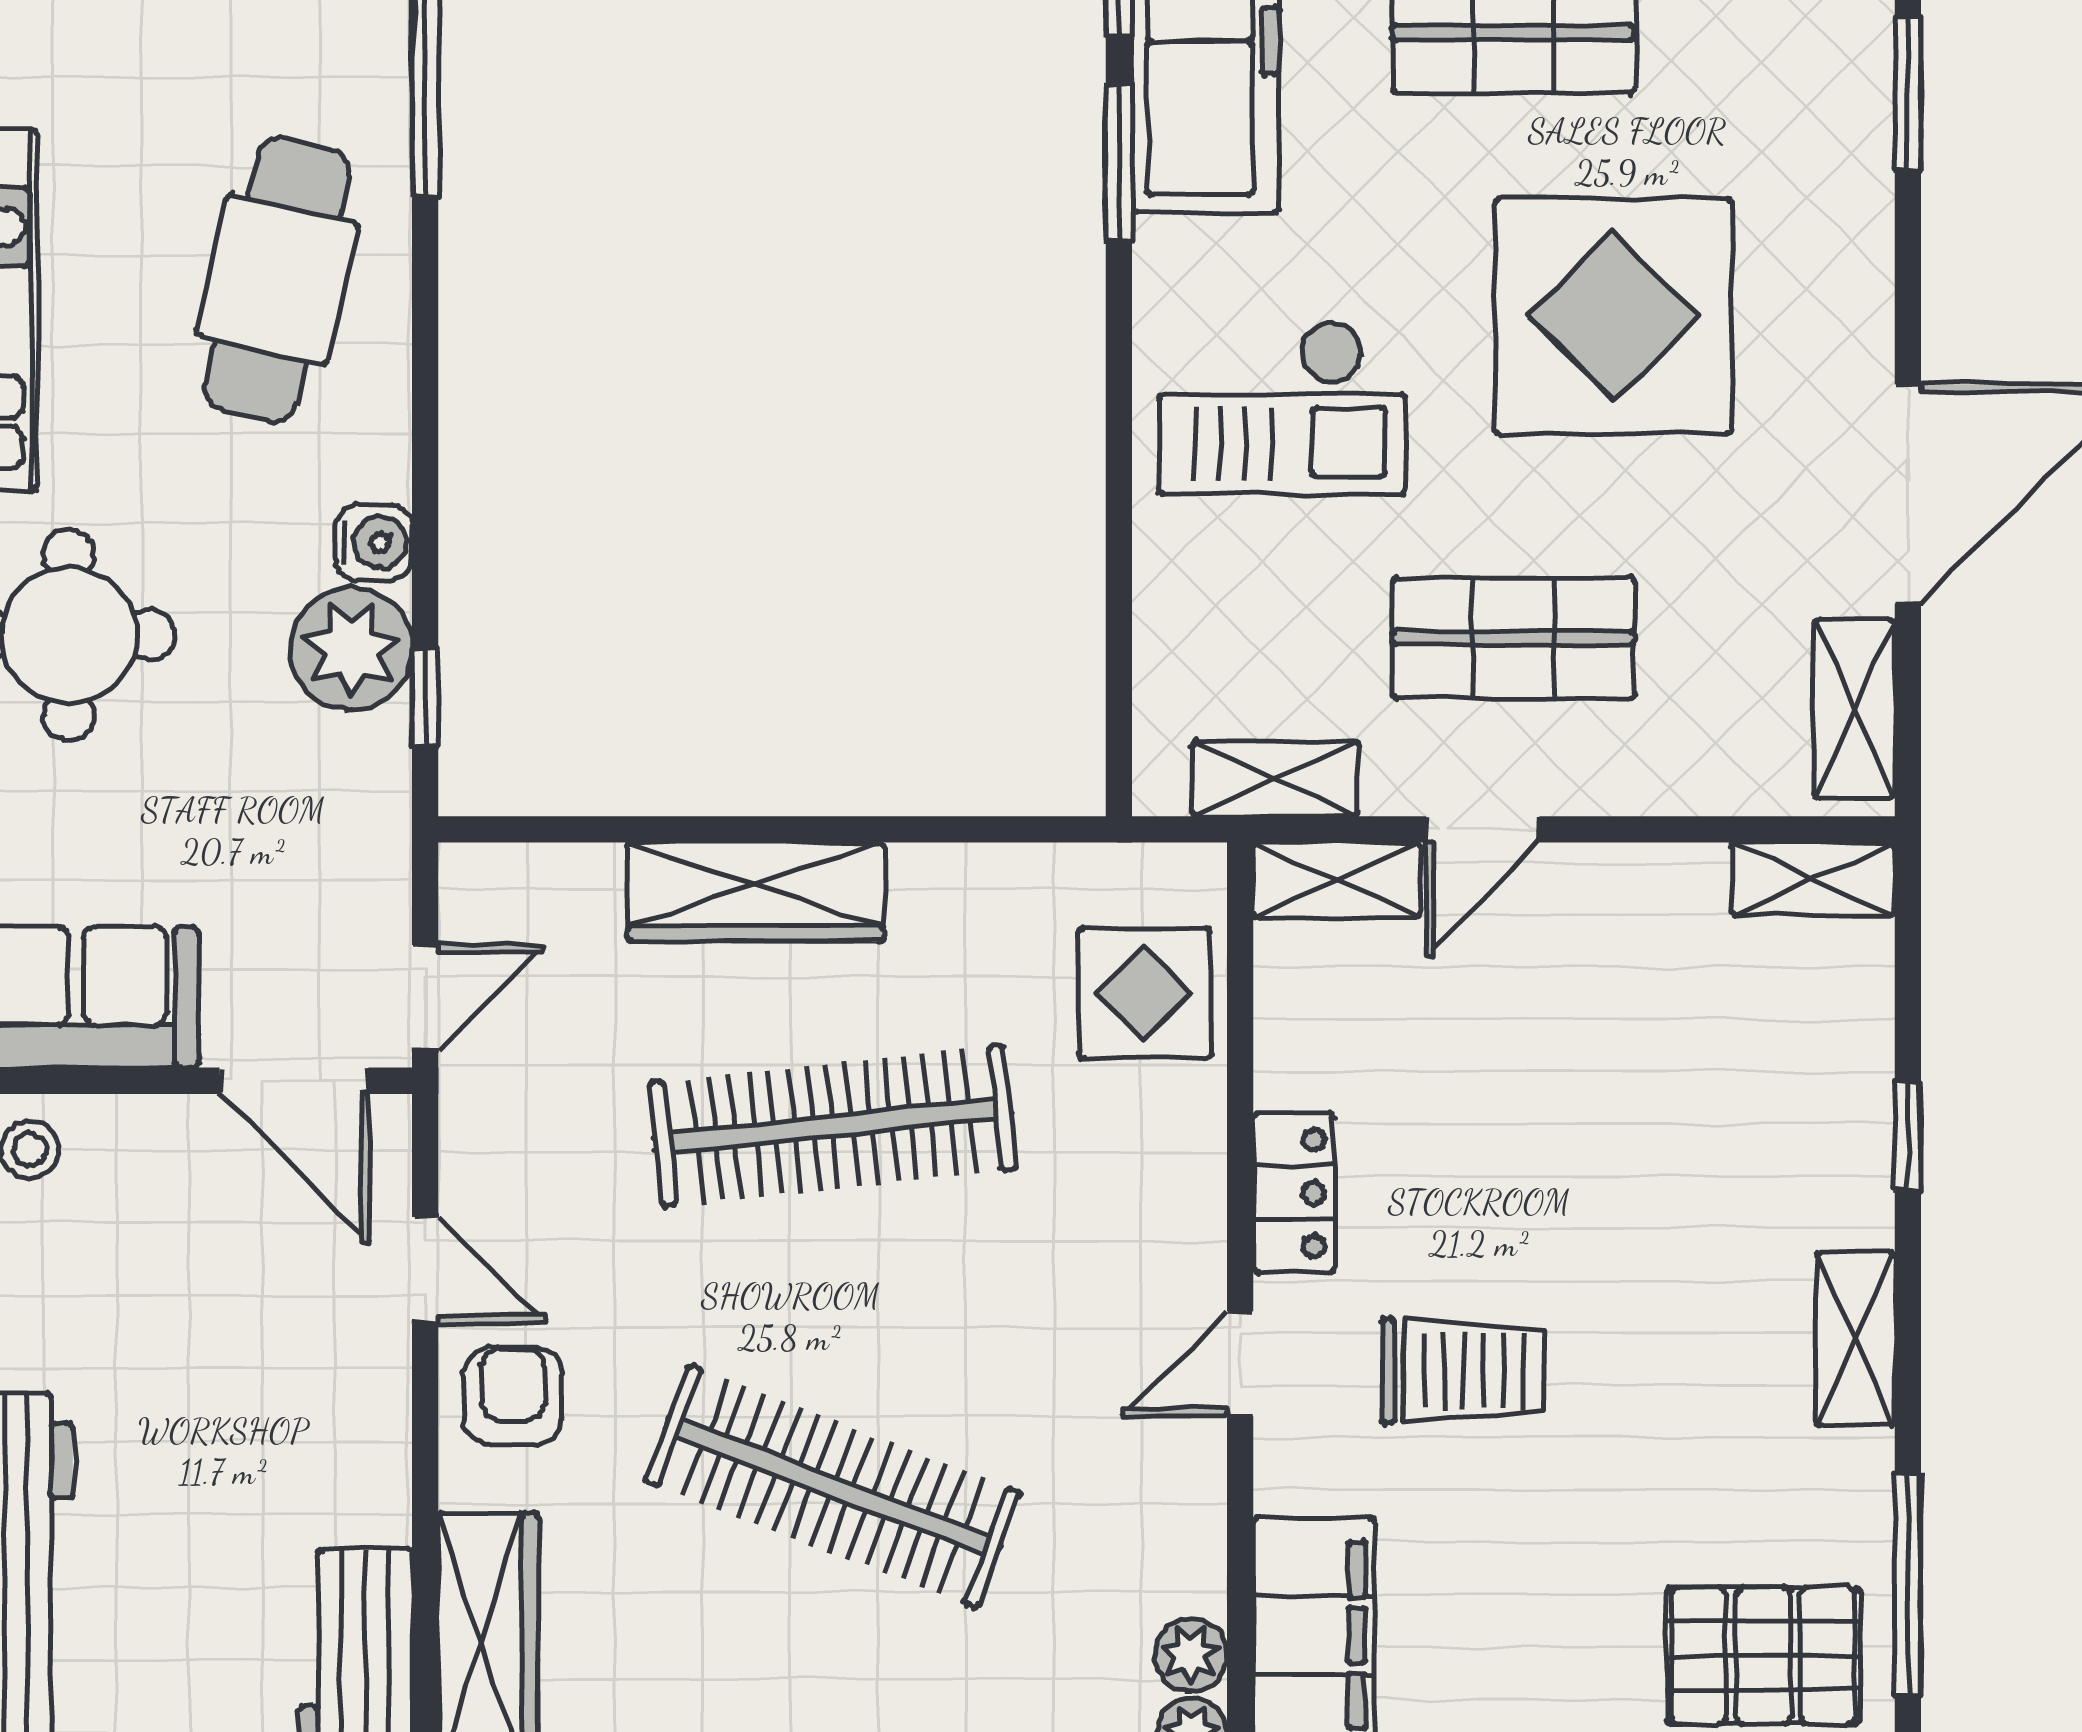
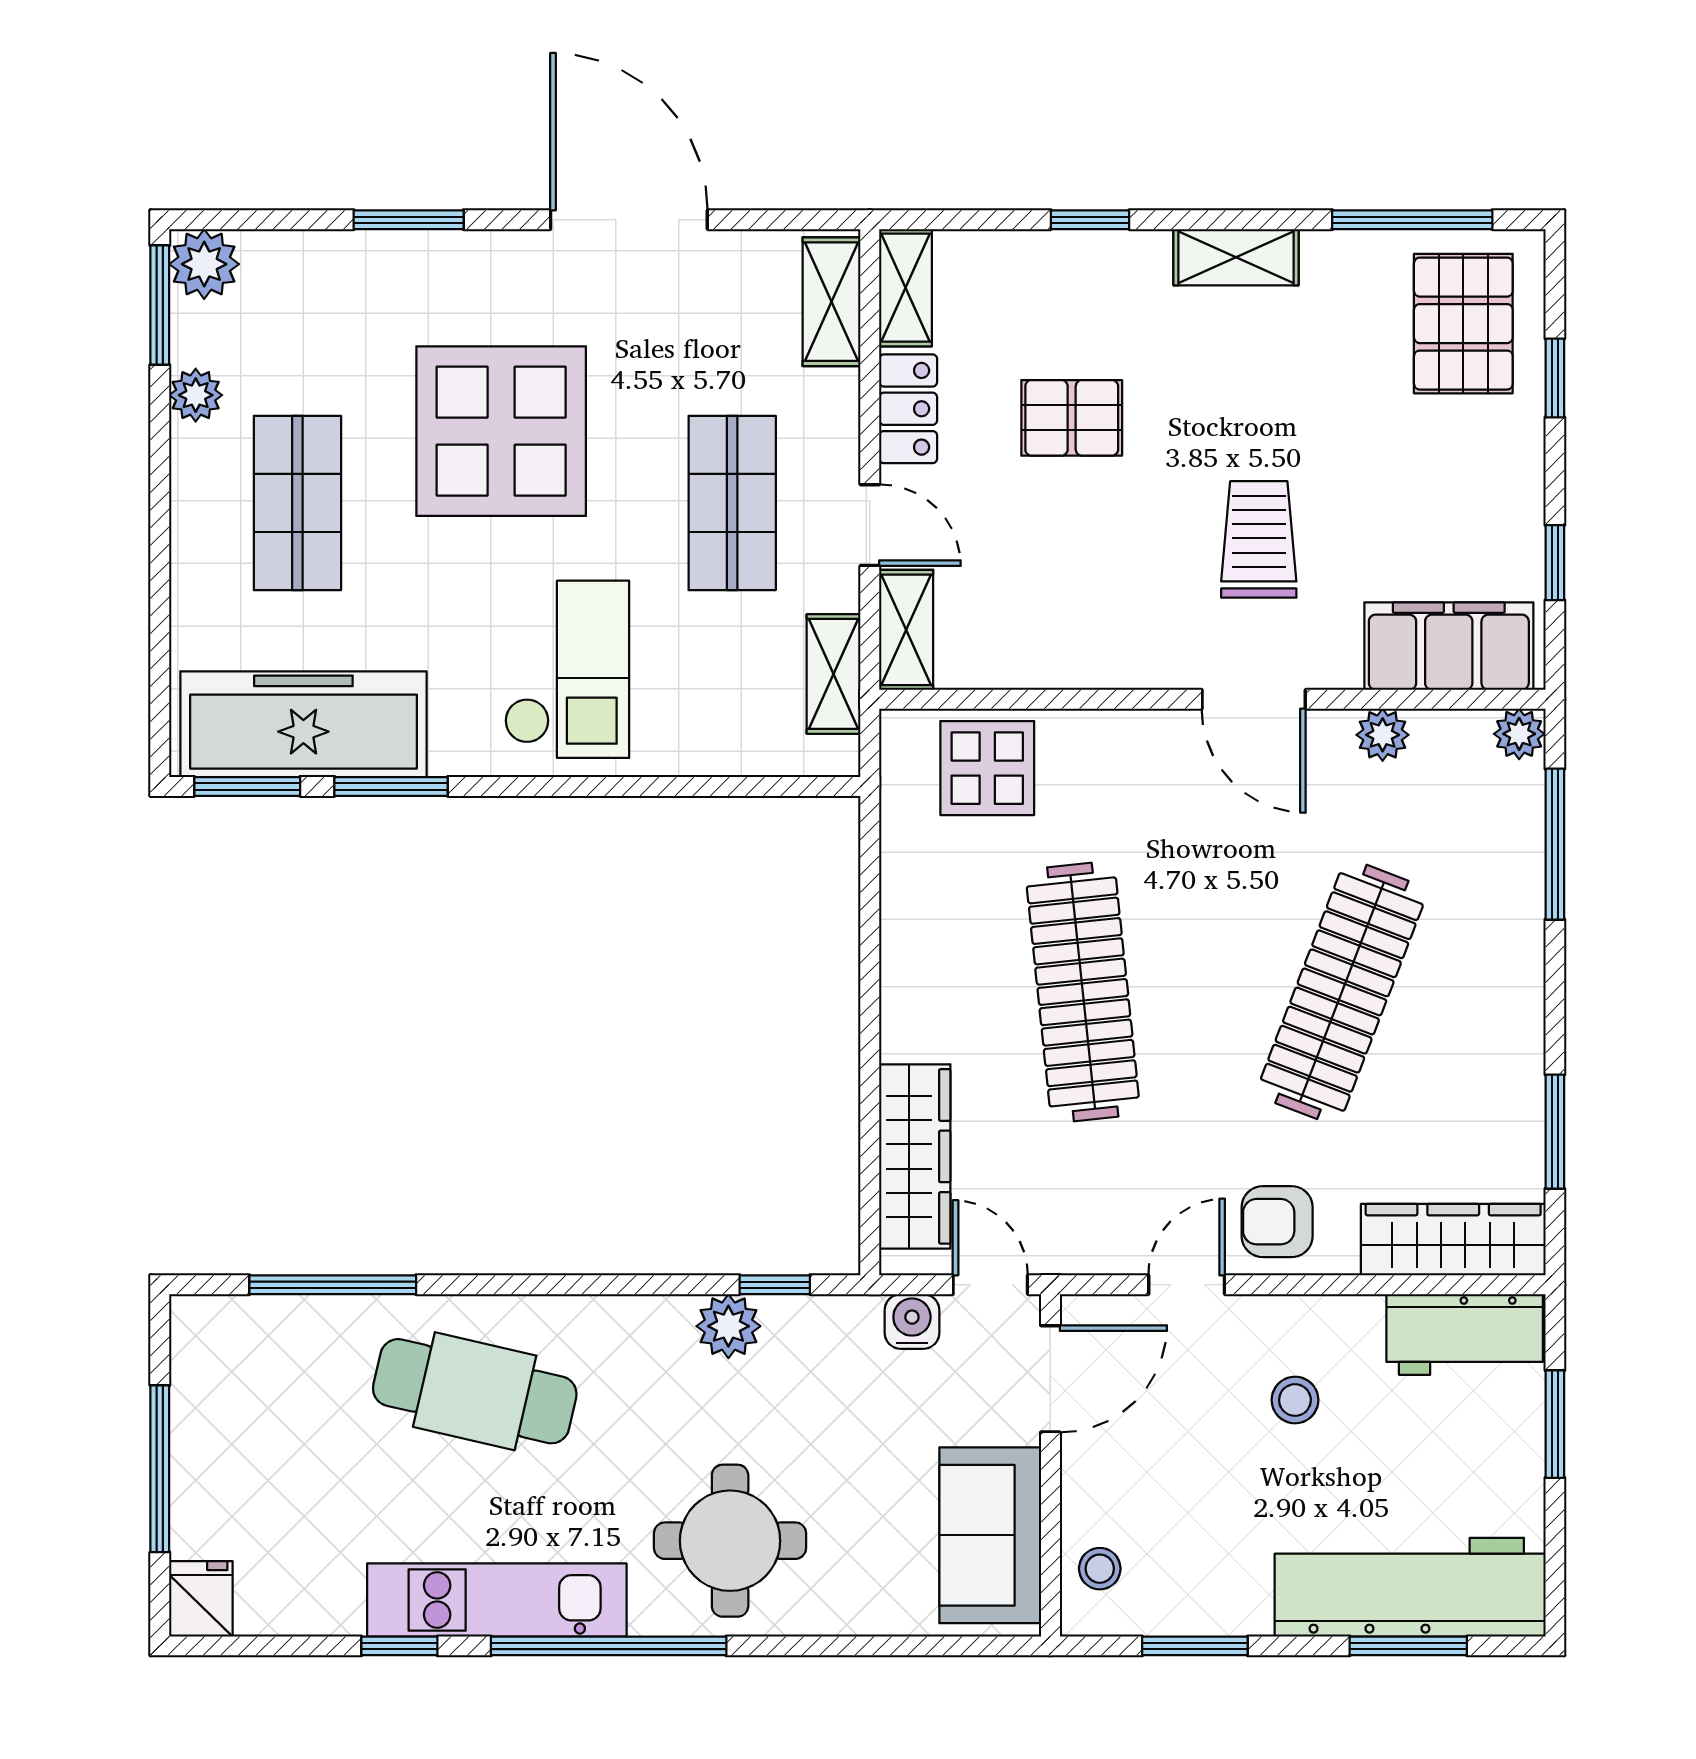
window: (1908, 94) -> (409, 220), moved
water cooler: (374, 543) -> (912, 1321), moved
plant: (351, 649) -> (728, 1326), width x0.73, depth x0.73
shelving: (1854, 709) -> (832, 302), moved, turned 90
wardrobe: (756, 892) -> (915, 1156), moved
pallet: (1632, 1110) -> (1072, 418), added
locker: (1294, 1193) -> (908, 409), moved, turned 90
door: (1240, 1364) -> (1254, 699), width x1.37
stool: (265, 1421) -> (1295, 1400), added
plant: (1191, 1655) -> (1383, 735), moved

